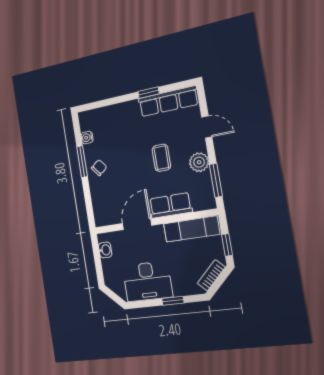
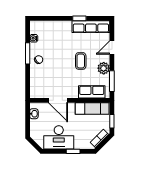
door: (207, 127) -> (112, 48), swing flipped
row of seats: (170, 205) -> (92, 92), moved
door: (137, 224) -> (58, 100), swing flipped

